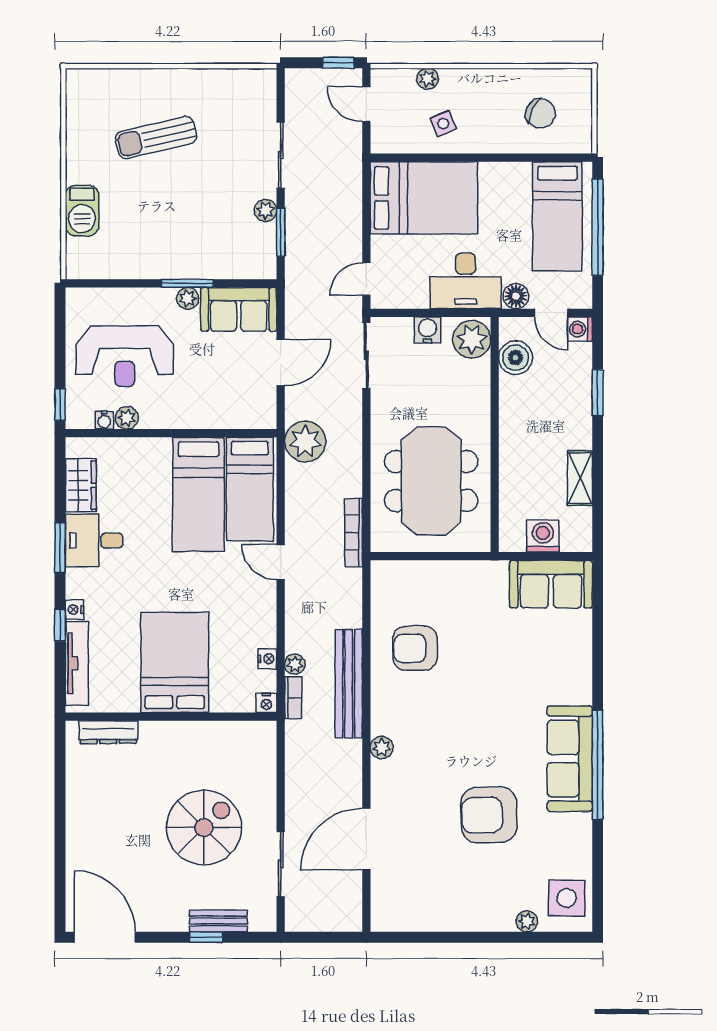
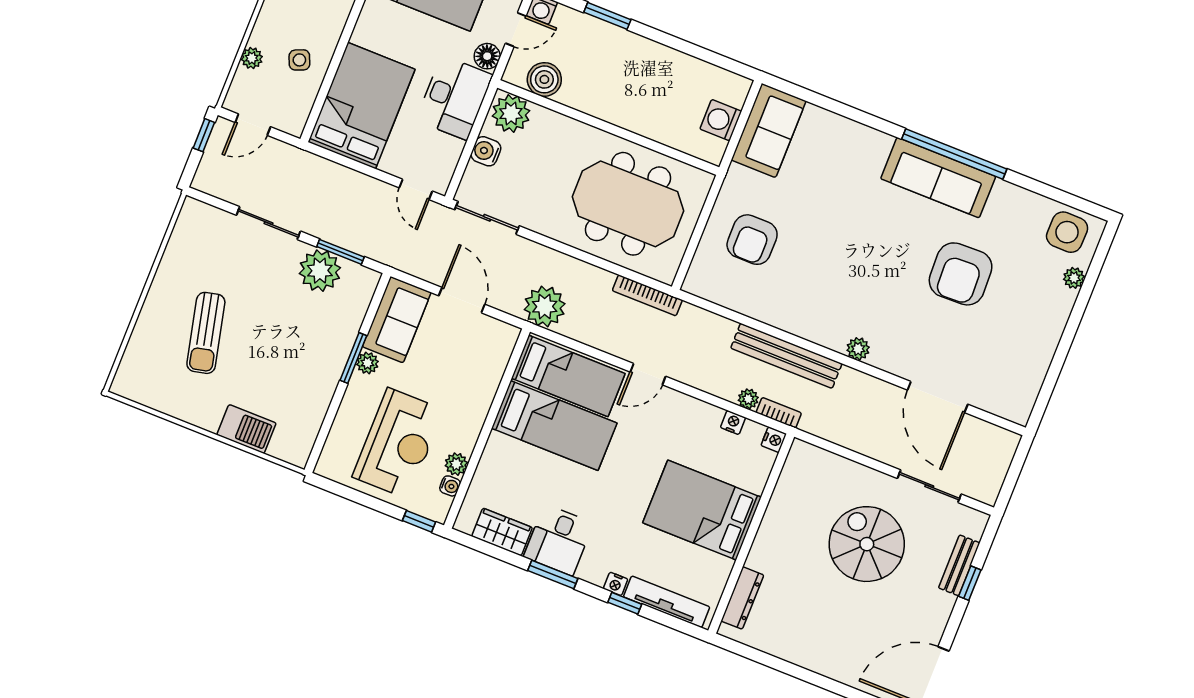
plant: (266, 210) -> (320, 271), width x1.88, depth x1.88
shelving: (580, 478) -> (681, 64), removed
armchair: (415, 648) -> (752, 240), moved

